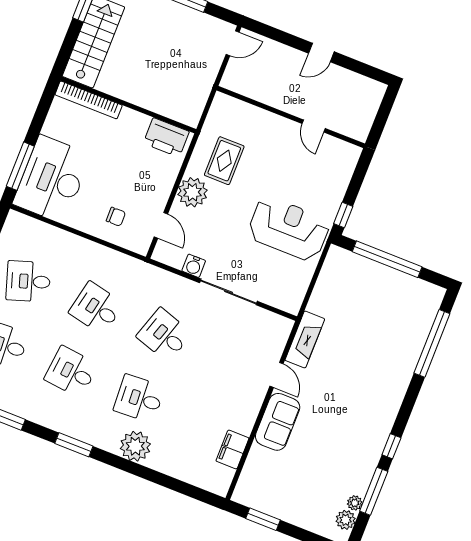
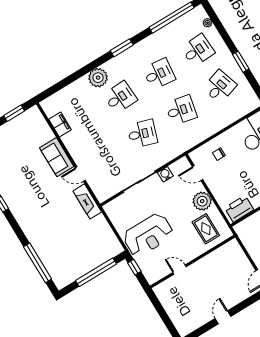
wall: (291, 117) -> (193, 262), moved
door: (314, 126) -> (180, 270), moved

